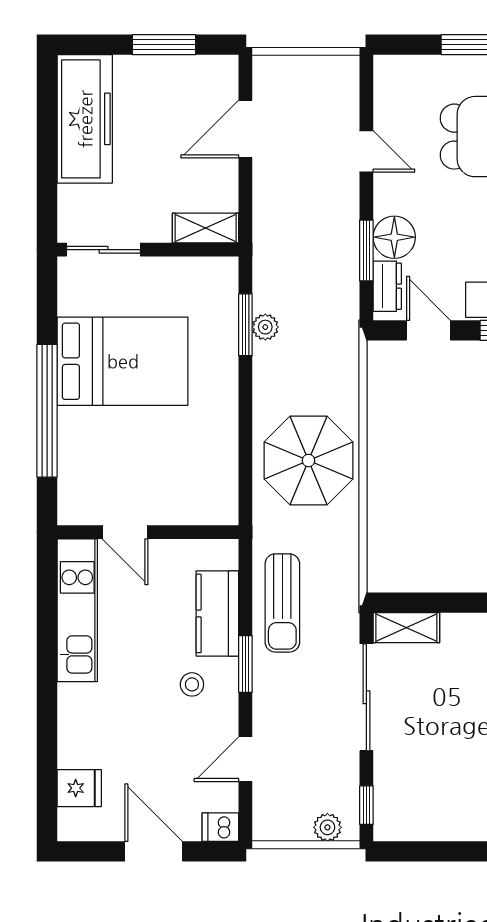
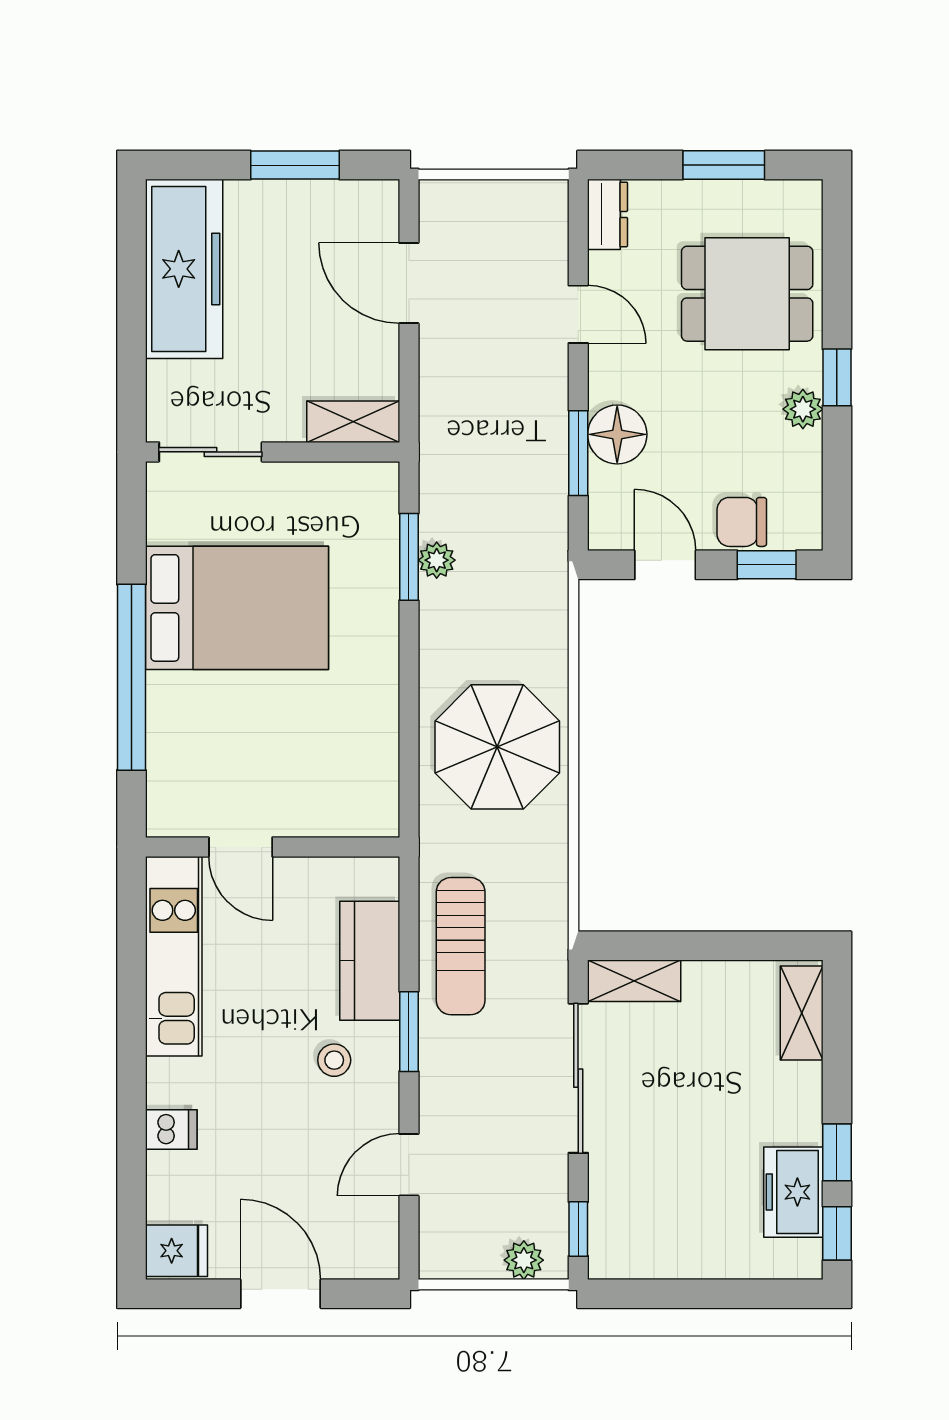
door: (245, 129) -> (409, 283), hinge flipped
dresser: (387, 286) -> (607, 214), moved
fridge: (79, 788) -> (176, 1251), moved
dishwasher: (220, 827) -> (171, 1130), moved, turned 180

